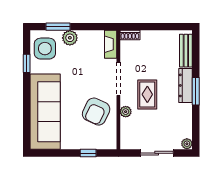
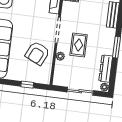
dresser: (186, 85) -> (106, 69), moved

